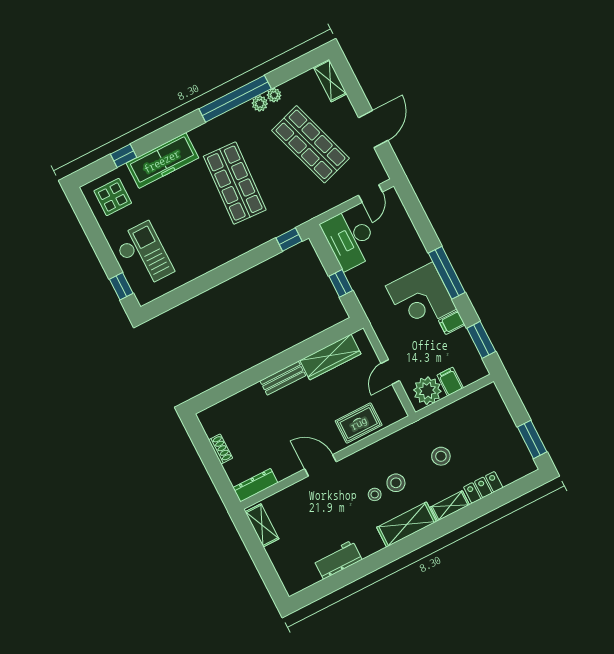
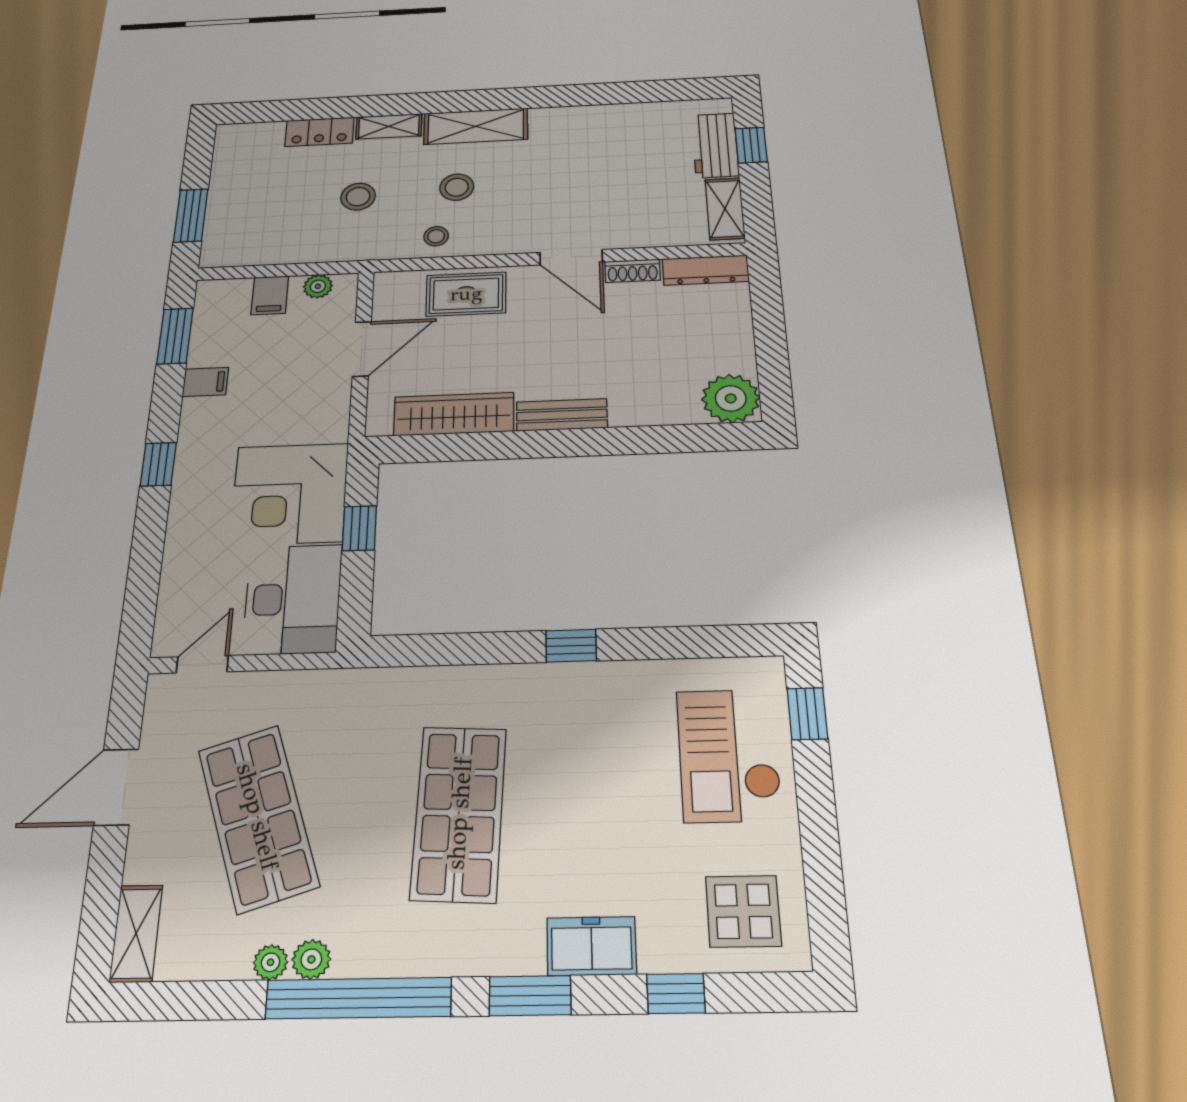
window: (174, 130) -> (530, 996), added
freezer: (162, 161) -> (591, 946), width x0.52, depth x0.79
window: (289, 239) -> (571, 646), moved
window: (447, 273) -> (158, 464), width x0.46
corner desk: (421, 297) -> (290, 494), moved, turned 180
door: (390, 372) -> (362, 349), width x1.38
plant: (427, 391) -> (318, 286), width x0.53, depth x0.53
plant: (214, 420) -> (731, 398), added
window: (532, 439) -> (191, 215), moved
shoe rack: (220, 449) -> (632, 271), moved, turned -90
stool: (375, 494) -> (436, 236), moved
workbench: (338, 560) -> (715, 145), moved, turned 90
window: (267, 570) -> (751, 145), added

